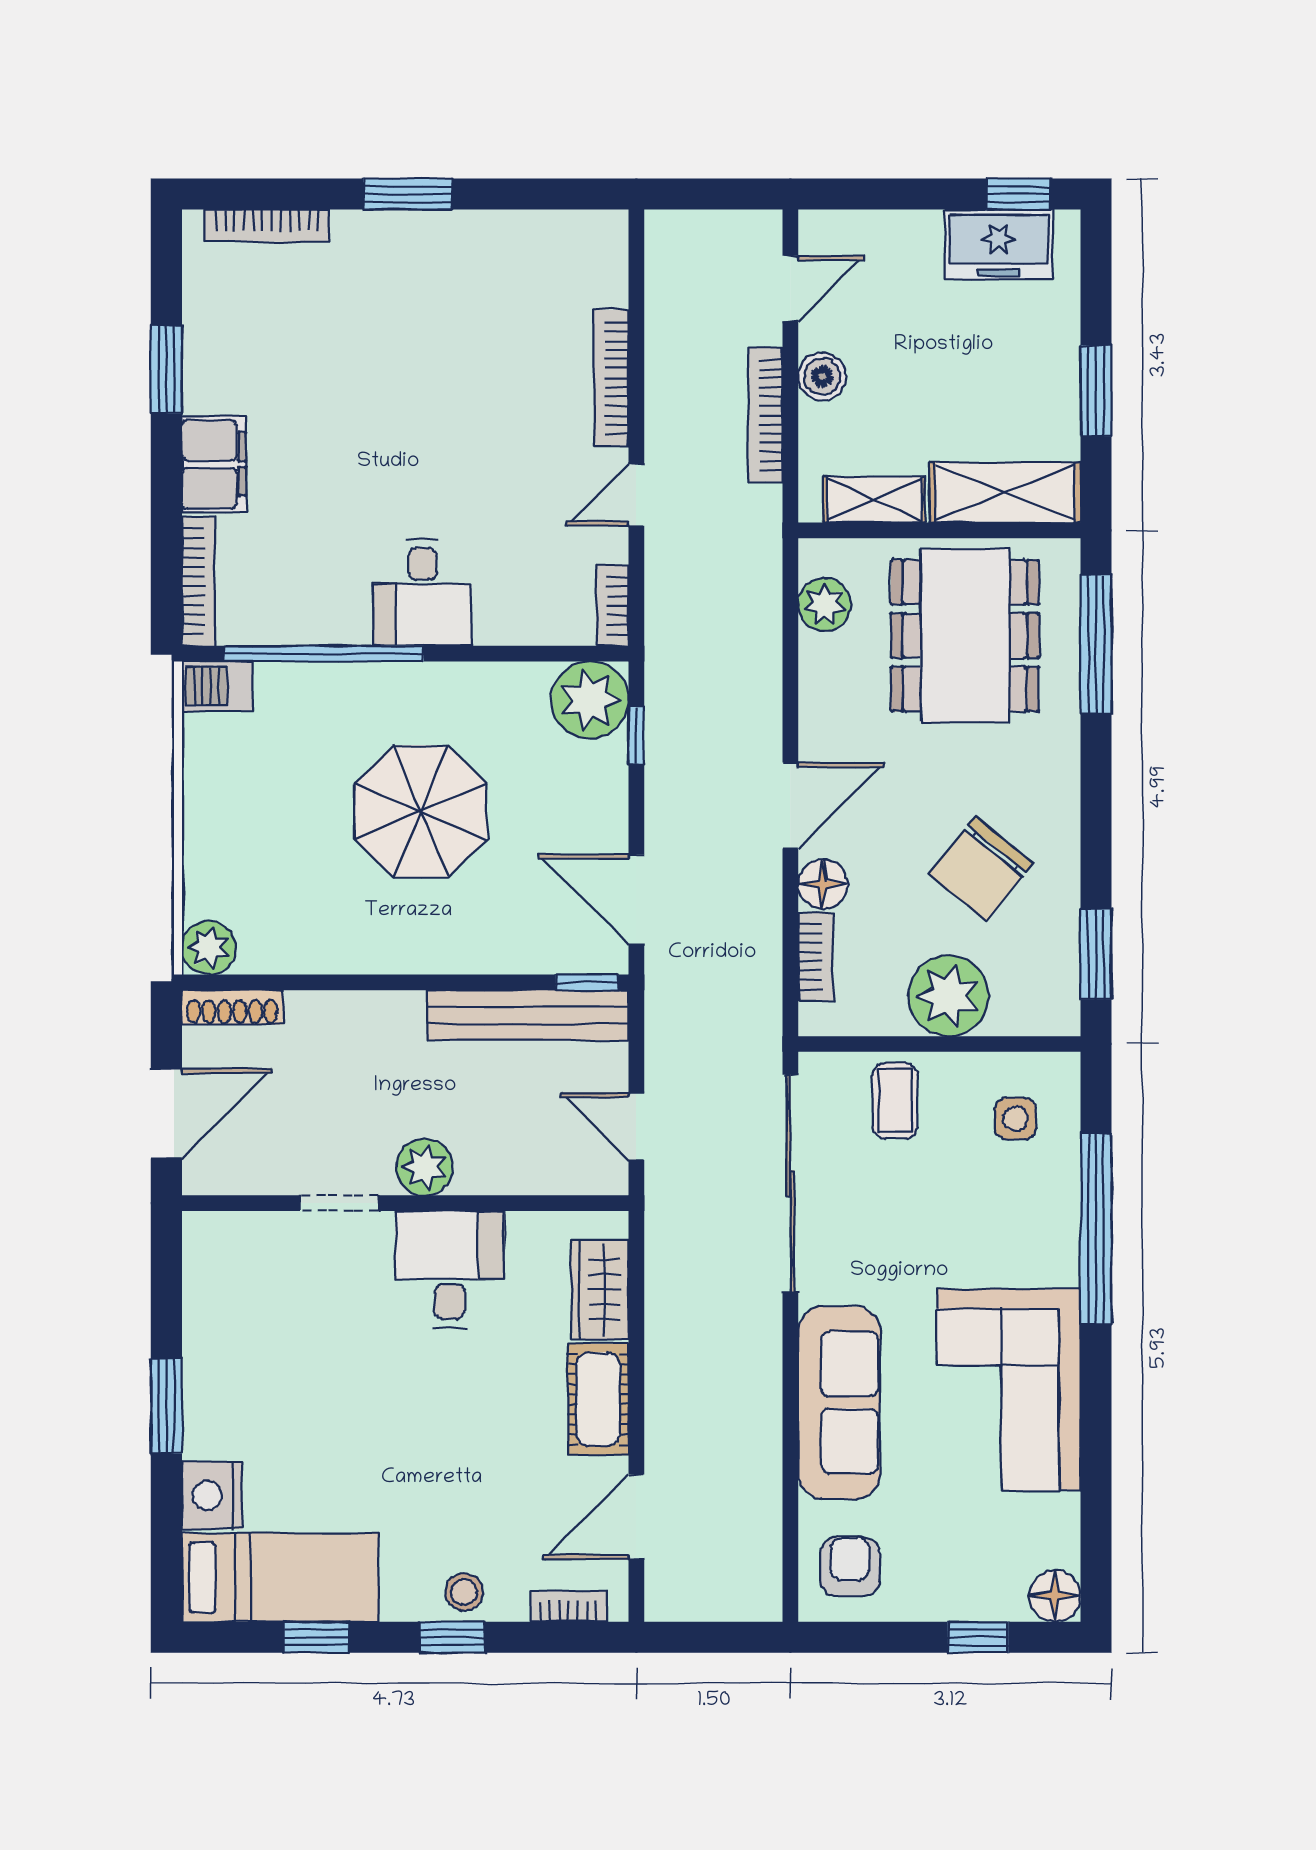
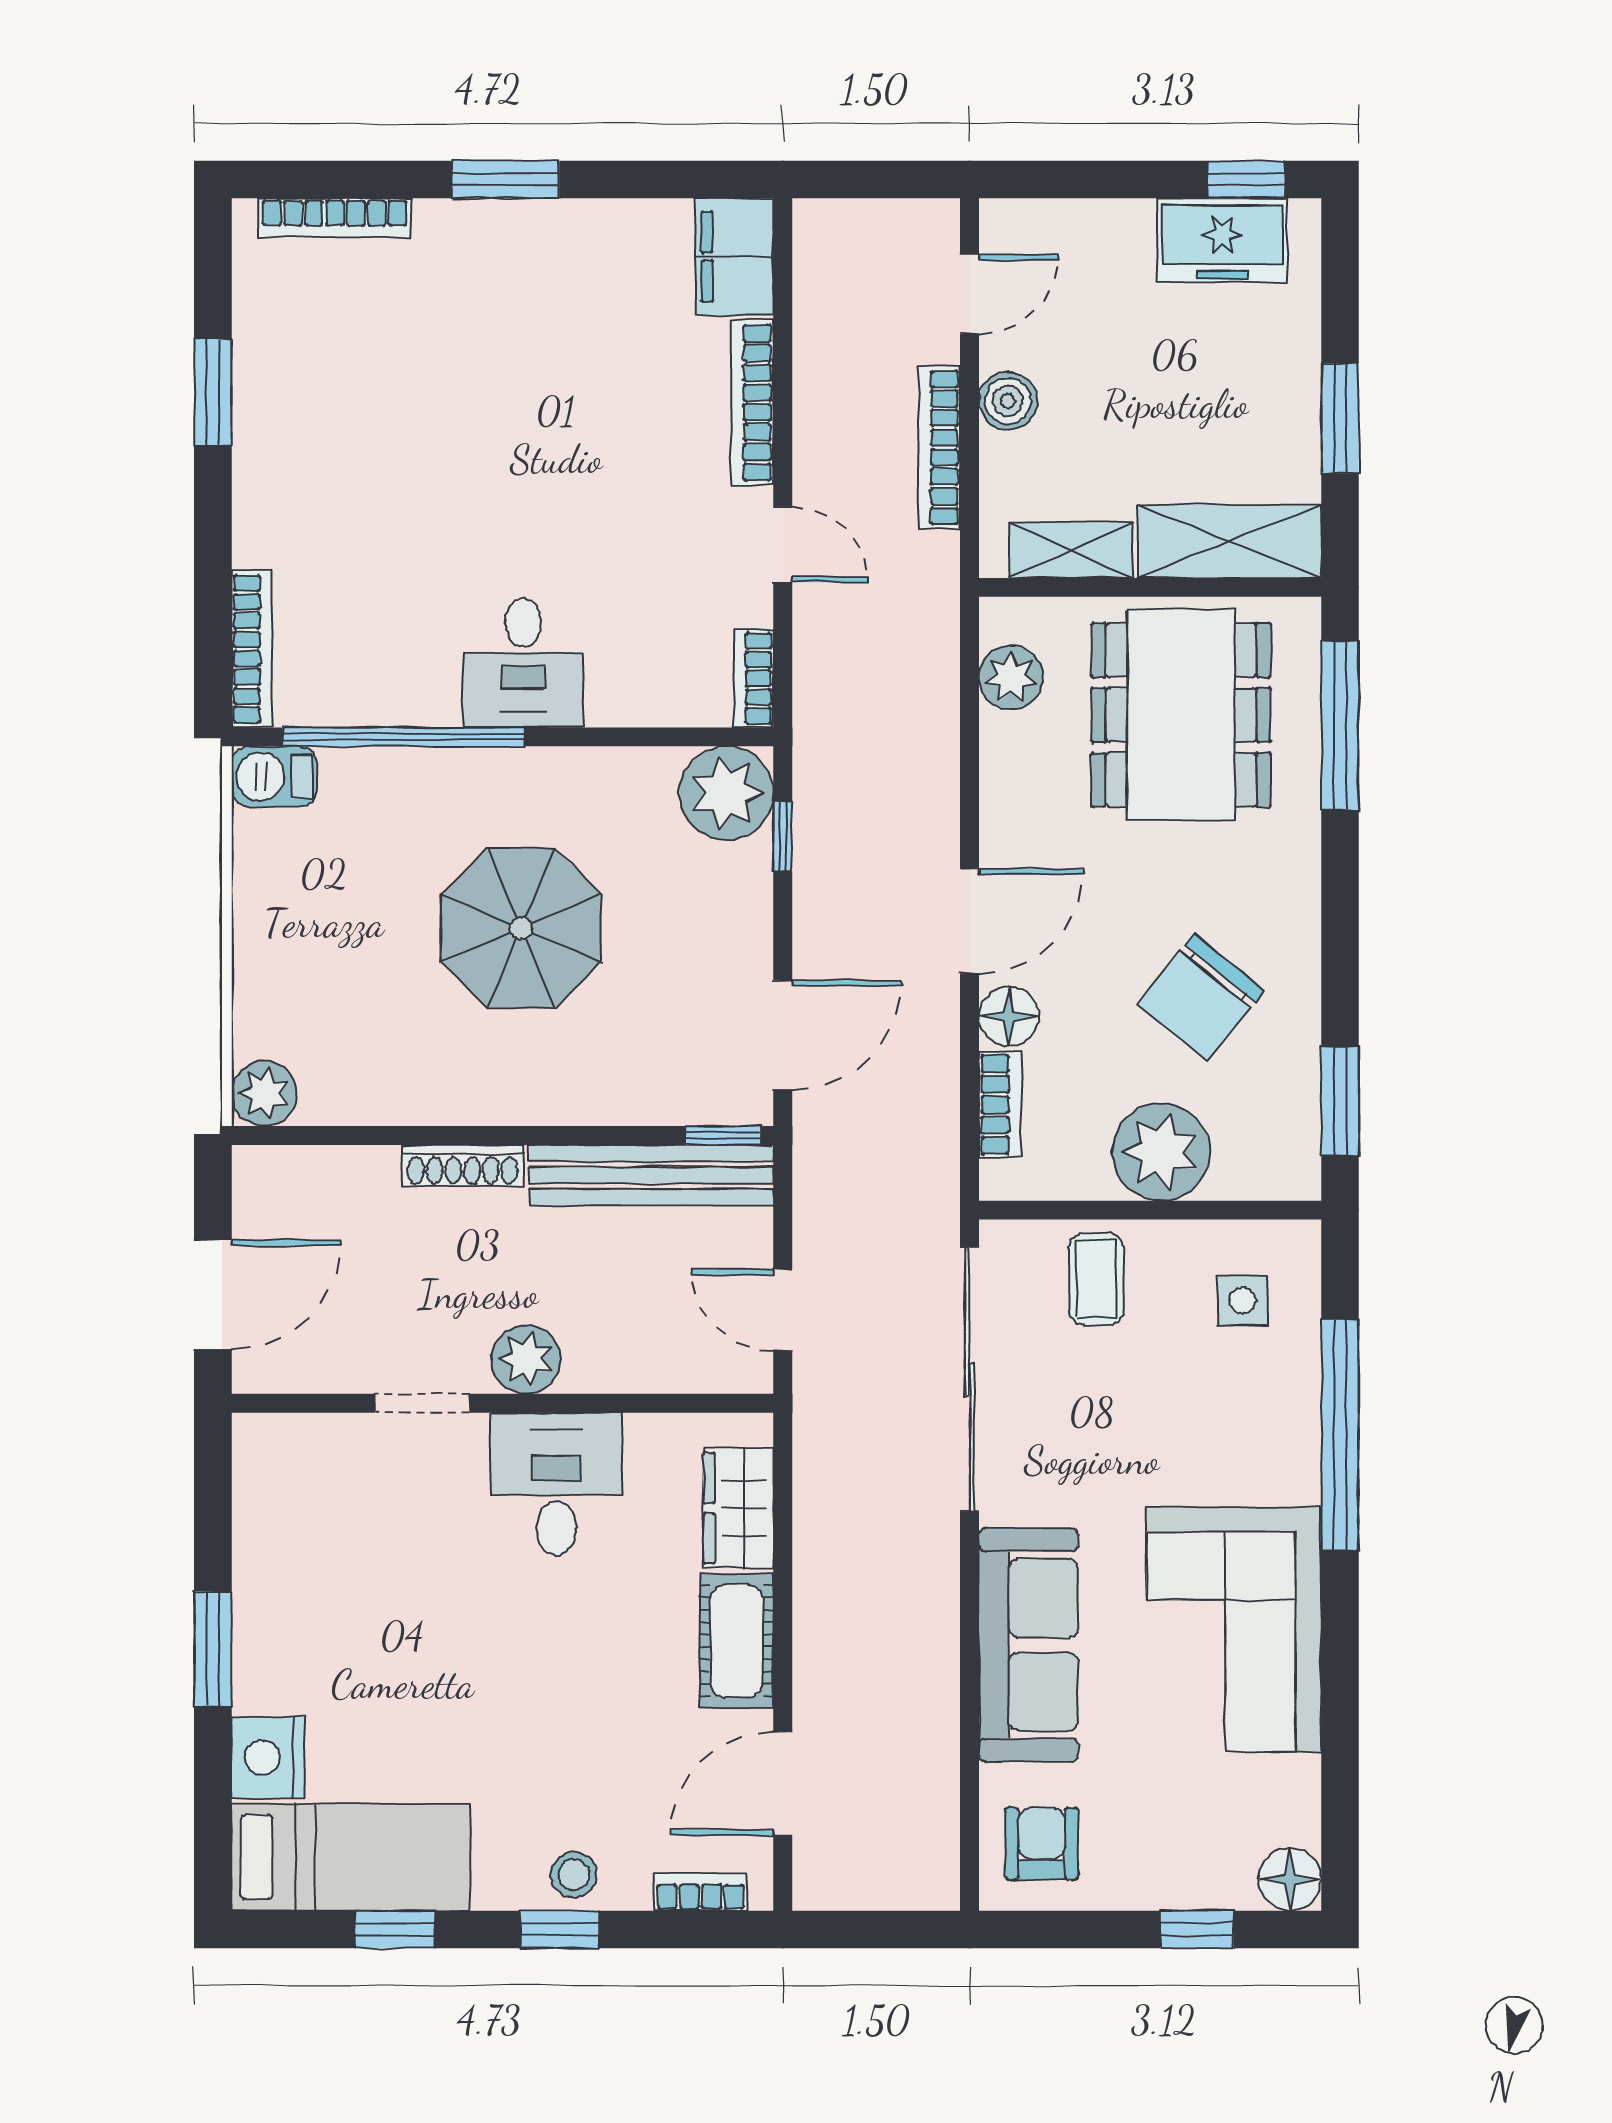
filing cabinet: (214, 464) -> (734, 257), moved, turned 180
door: (636, 495) -> (783, 544), swing flipped
door: (636, 899) -> (783, 1035), swing flipped
shoe rack: (232, 1007) -> (463, 1166), moved

